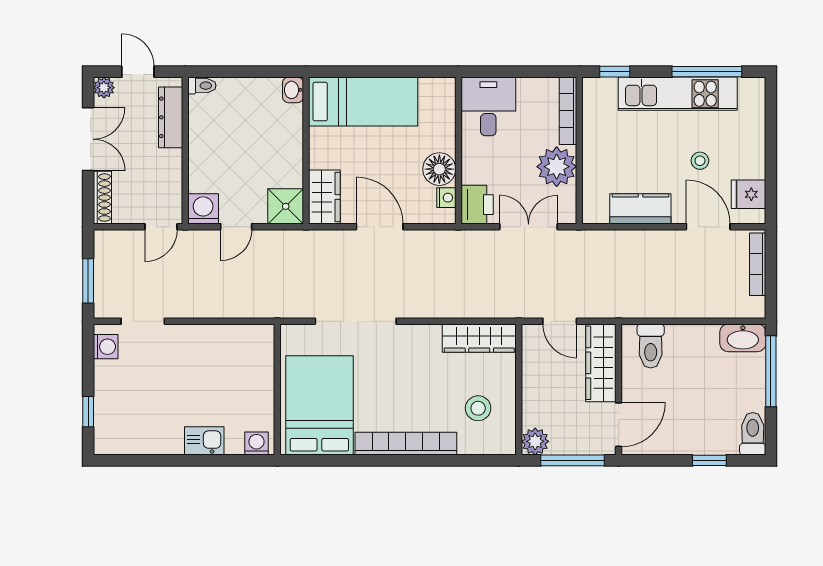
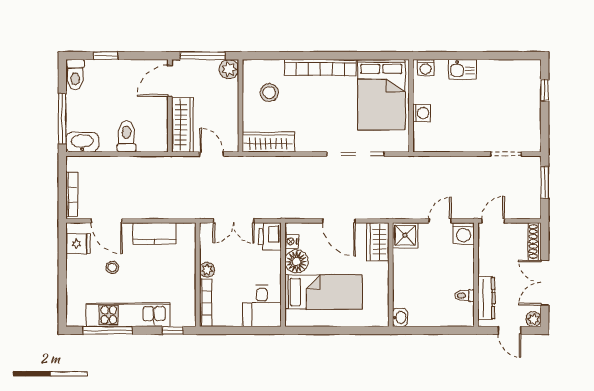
toilet: (202, 86) -> (464, 296), moved
bed: (363, 102) -> (323, 292), moved, turned 180
plant: (557, 167) -> (207, 270), width x0.53, depth x0.53
toilet: (651, 346) -> (127, 137), moved
washing machine: (106, 347) -> (422, 113), moved, turned 180

